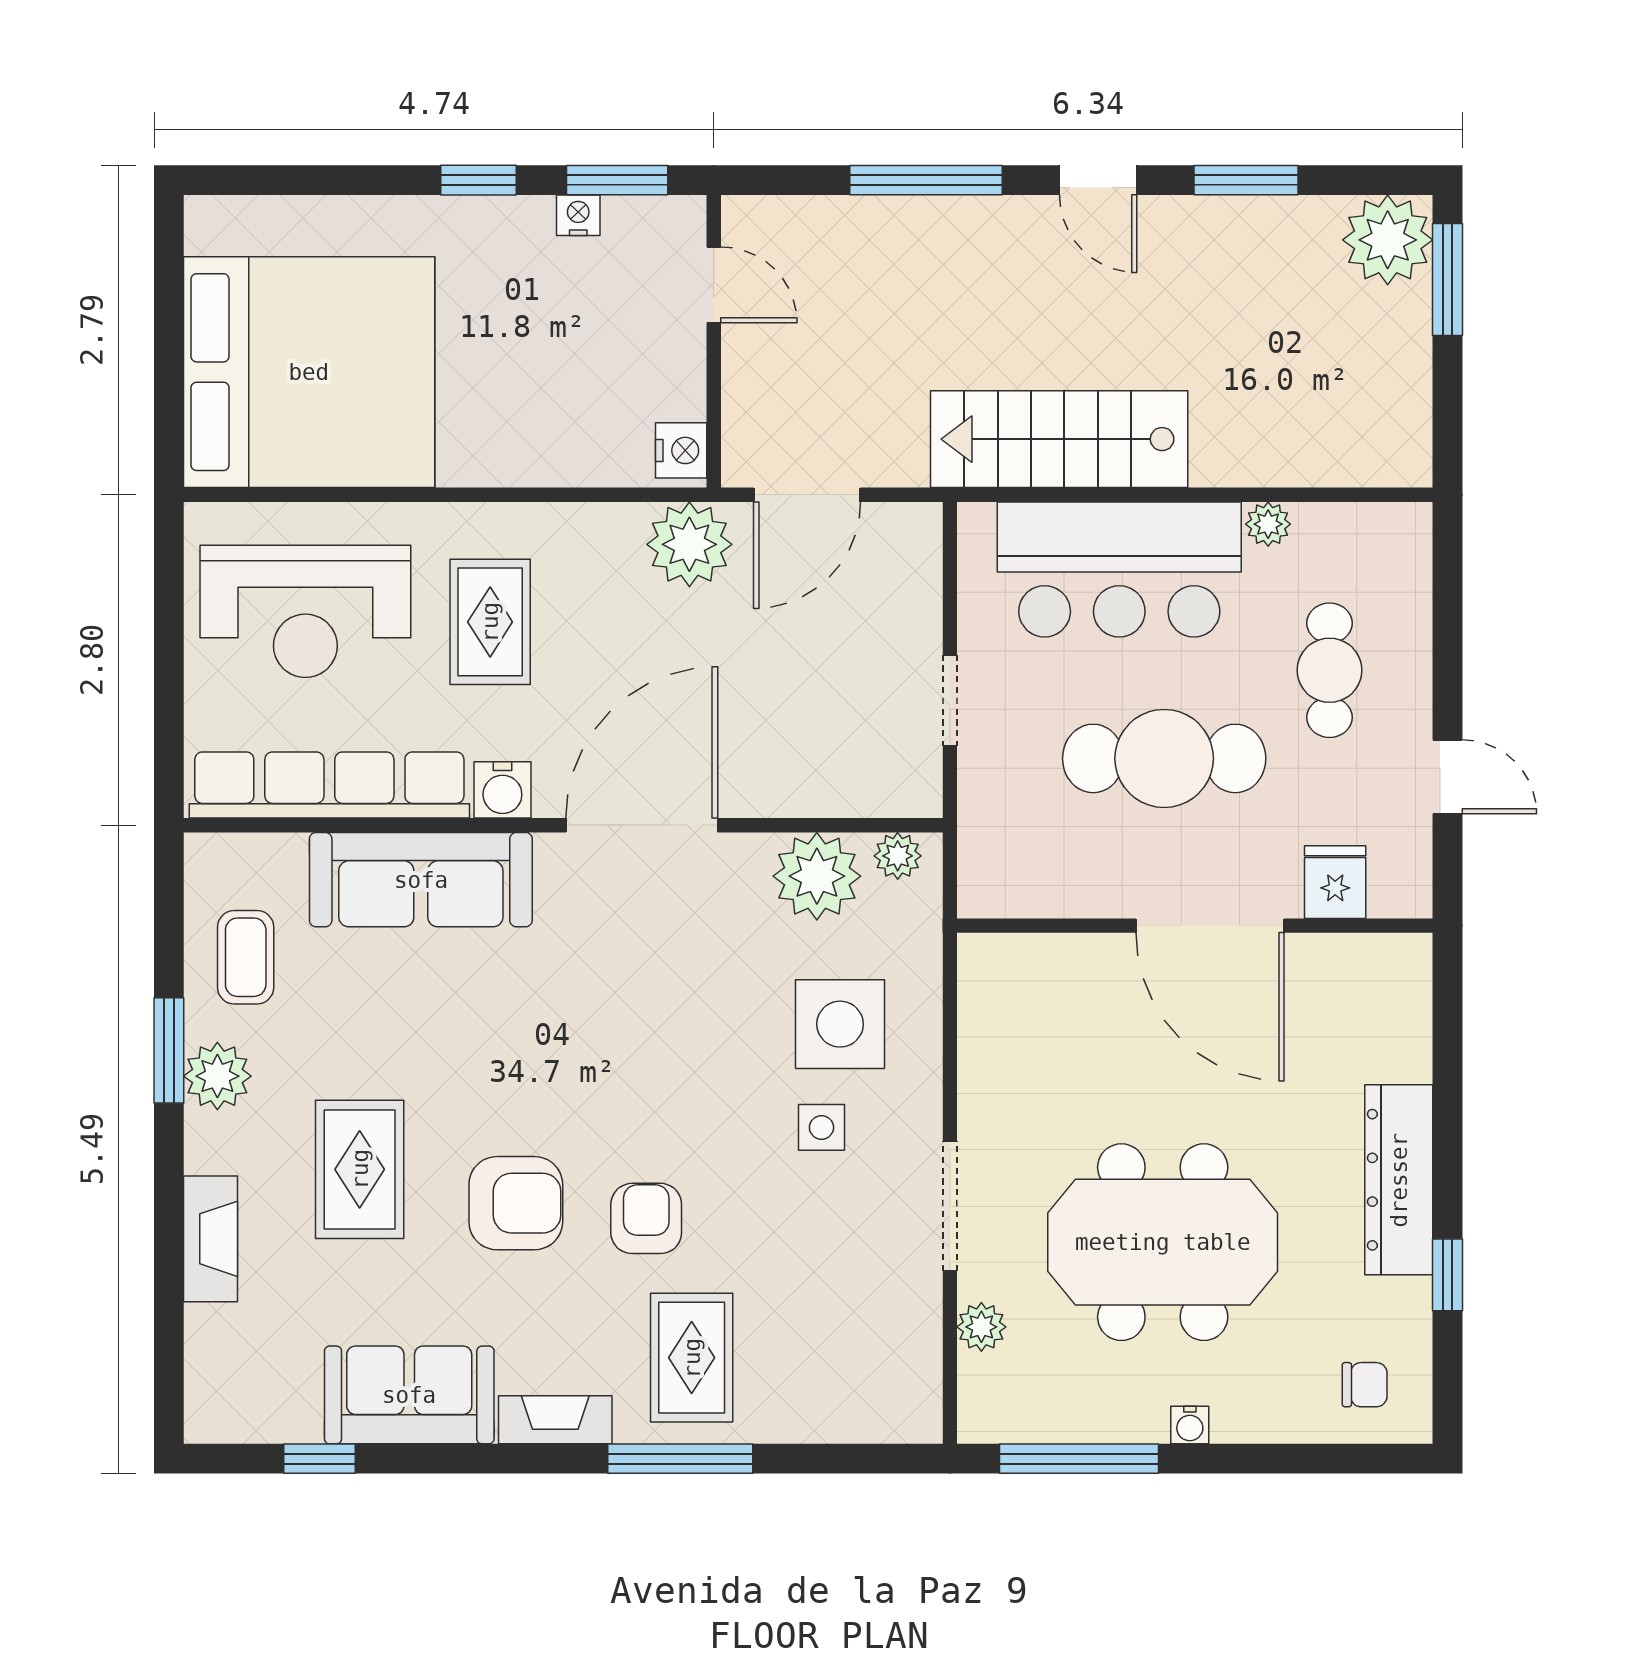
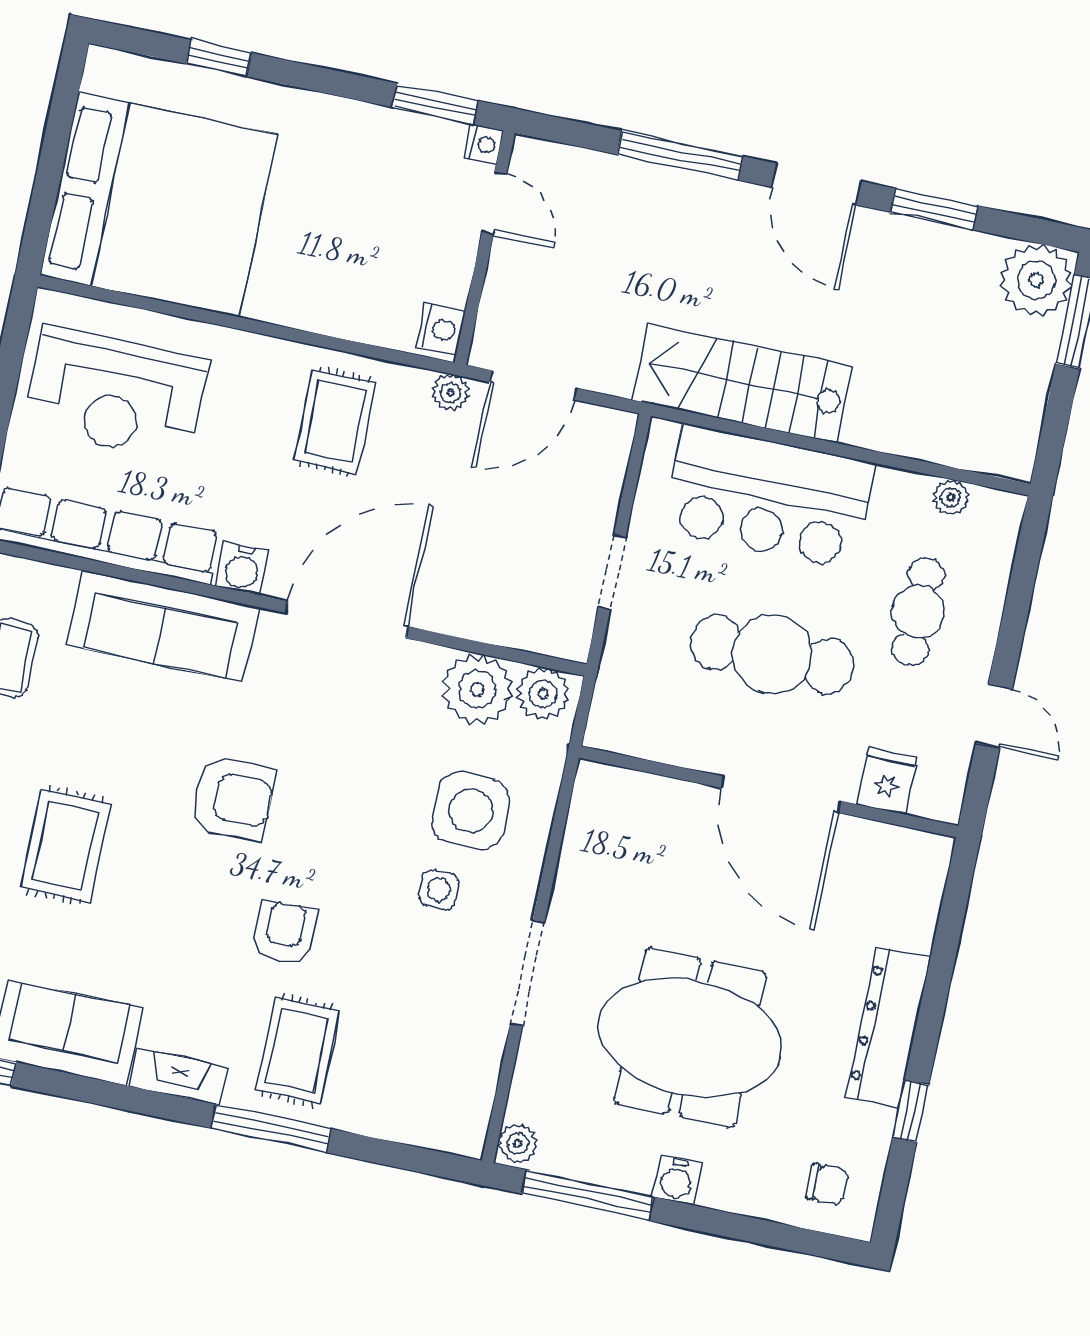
window: (479, 180) -> (219, 58), moved
door: (1098, 180) -> (817, 184), width x1.38
nightstand: (578, 215) -> (484, 144), moved, turned 90
plant: (1268, 524) -> (951, 498), moved
plant: (689, 544) -> (451, 392), width x0.53, depth x0.53
rug: (490, 622) -> (335, 421), moved
plant: (898, 856) -> (543, 694), width x1.38, depth x1.38
armchair: (516, 1203) -> (232, 798), moved
plant: (981, 1327) -> (518, 1143), moved
water cooler: (1190, 1425) -> (677, 1180), width x1.38, depth x1.38

